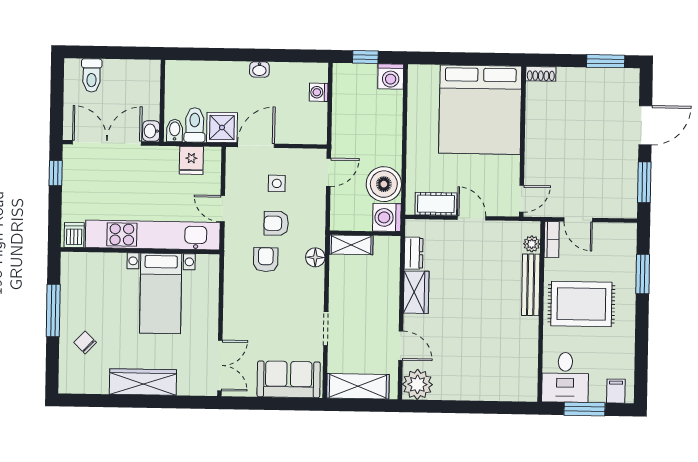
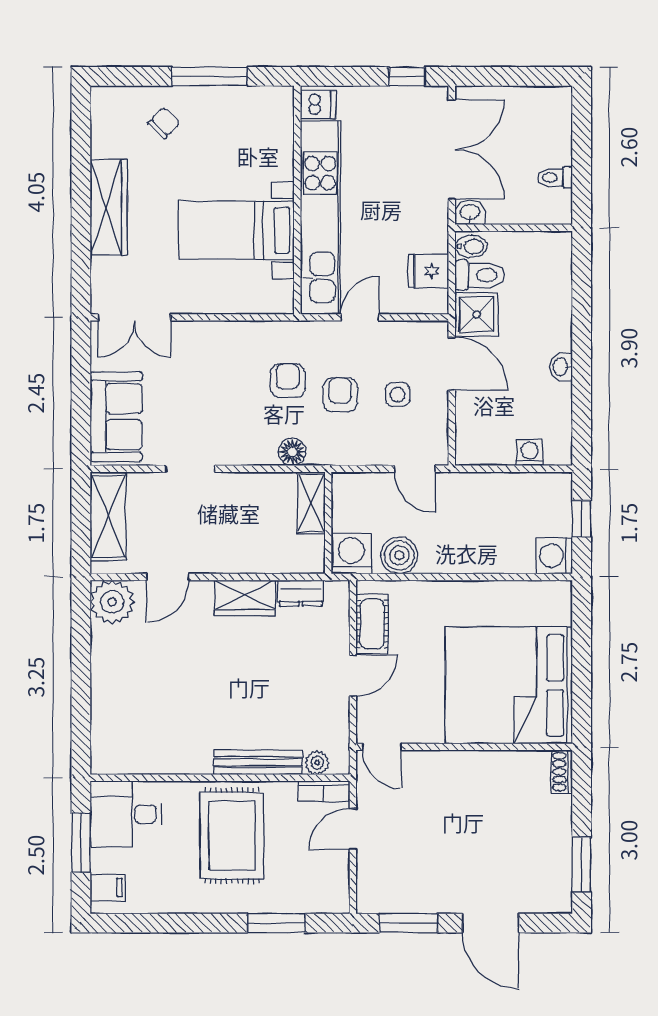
toilet: (92, 75) -> (555, 178), moved, width x0.73, depth x0.72
boiler: (384, 184) -> (399, 555), width x0.73, depth x0.73
armchair: (266, 260) -> (288, 381), turned -90

